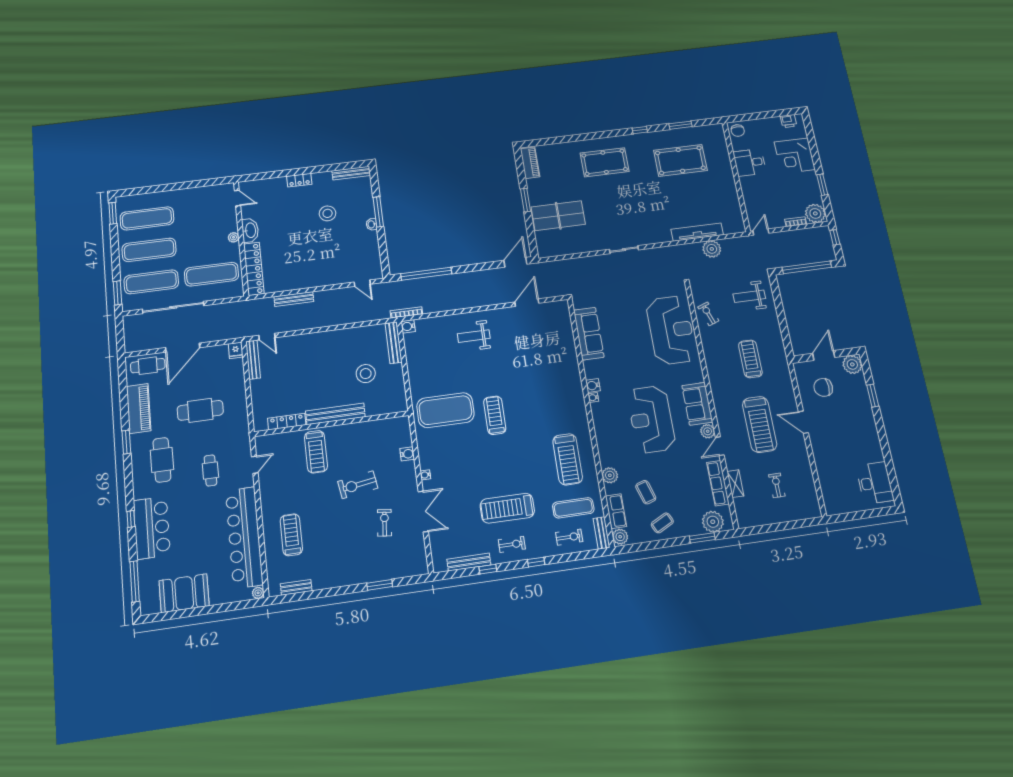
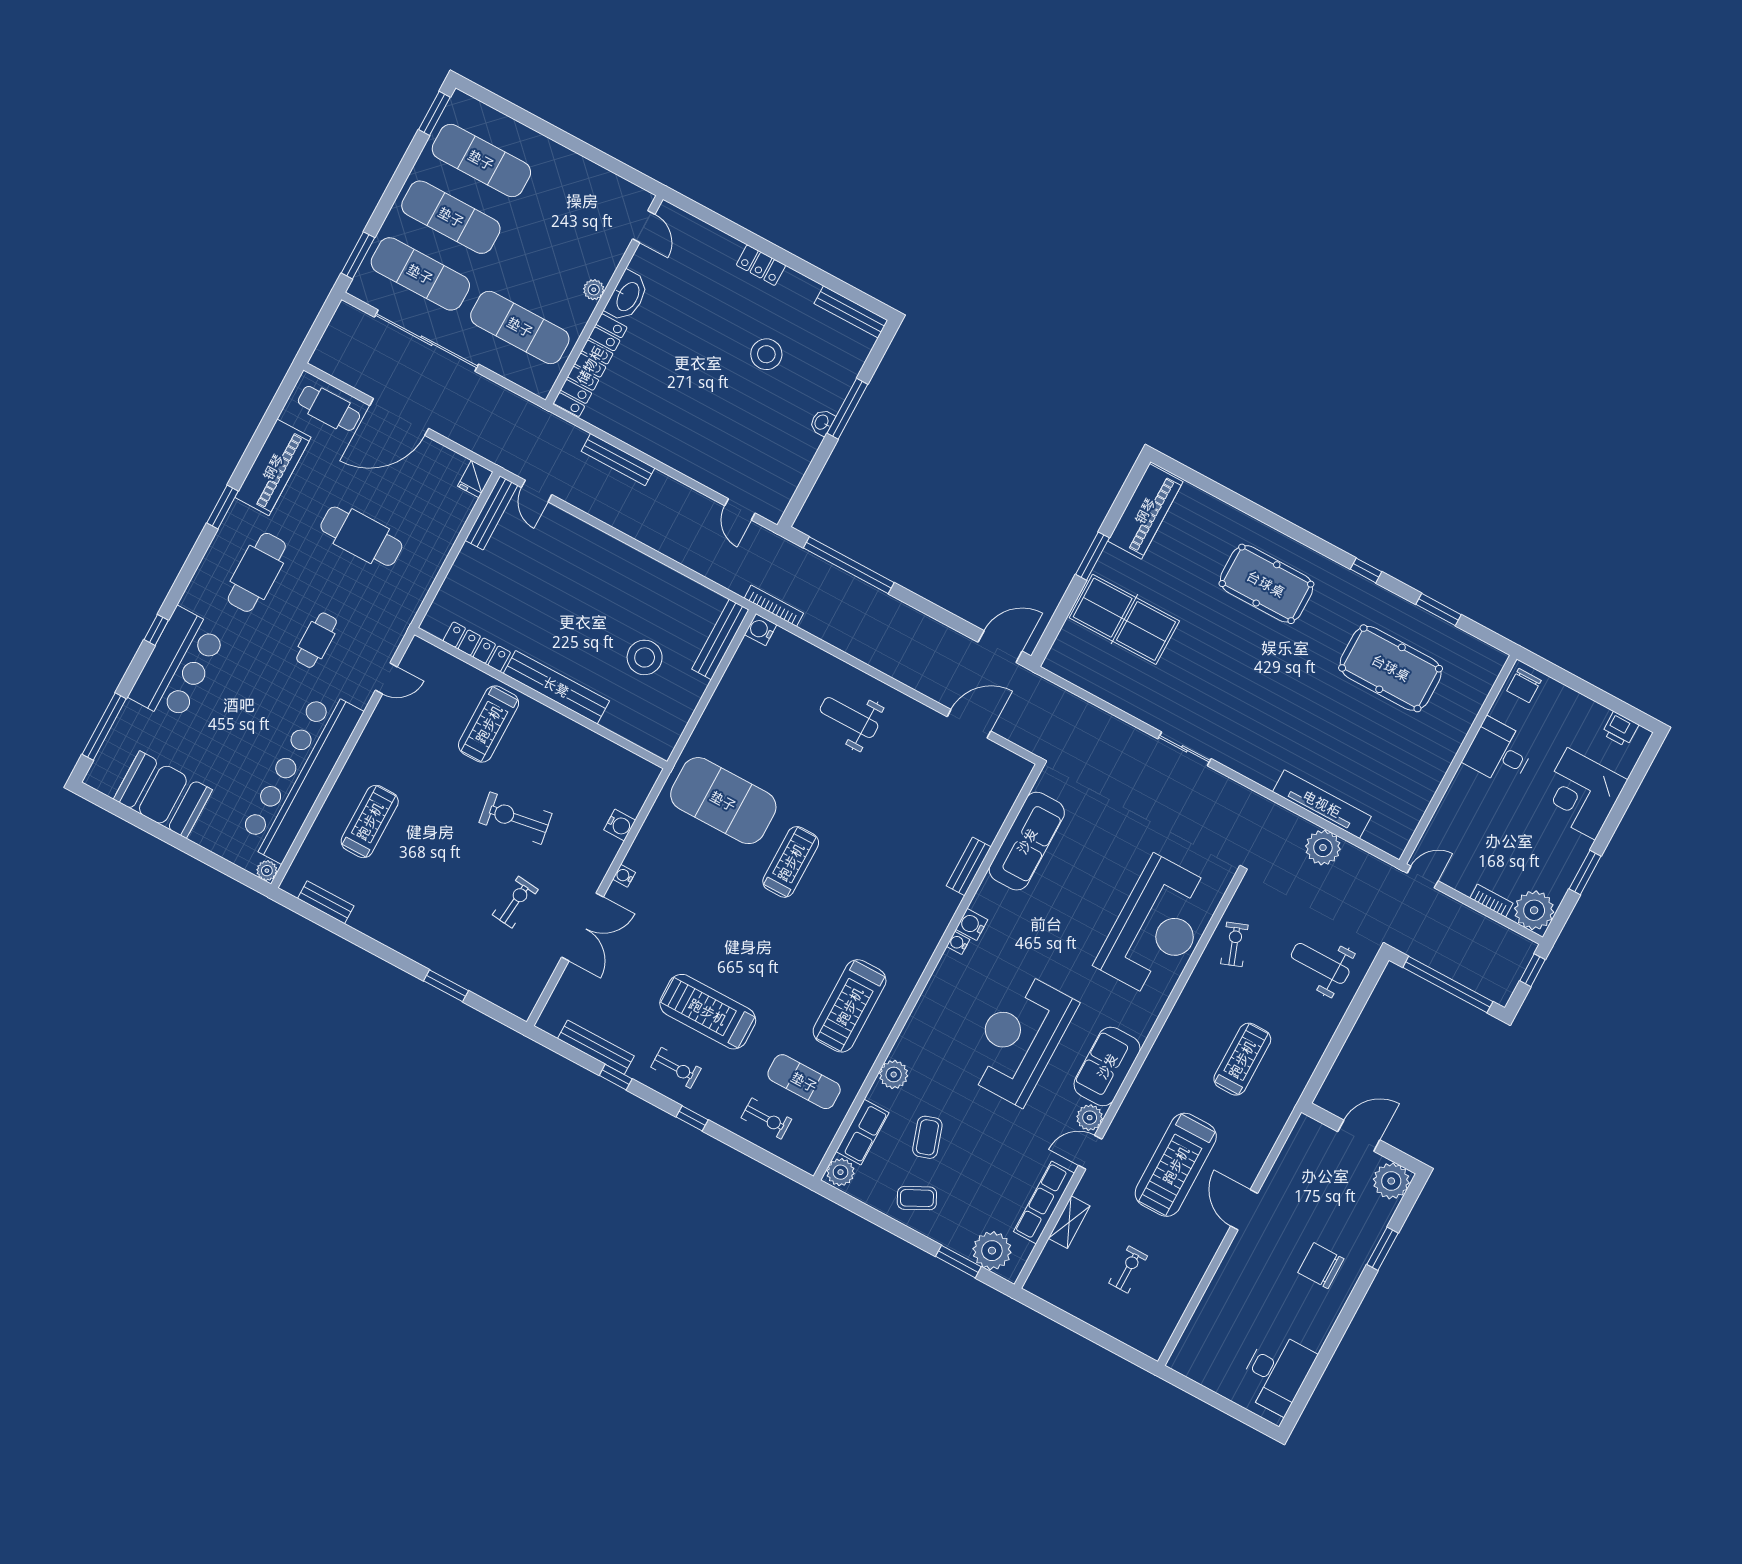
piano: (530, 163) -> (1145, 511), width x1.37, depth x1.33
chair: (823, 387) -> (1321, 1266), moved
bench: (601, 533) -> (969, 866), moved

